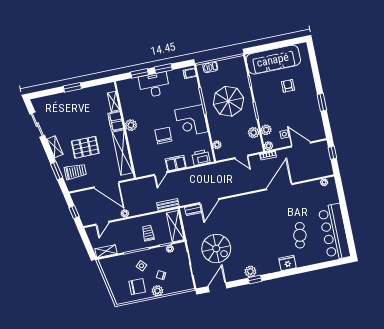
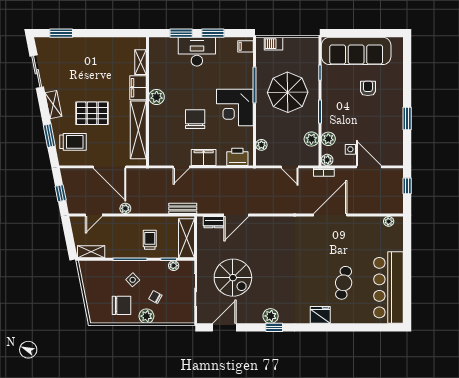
window: (72, 87) -> (61, 33), moved

